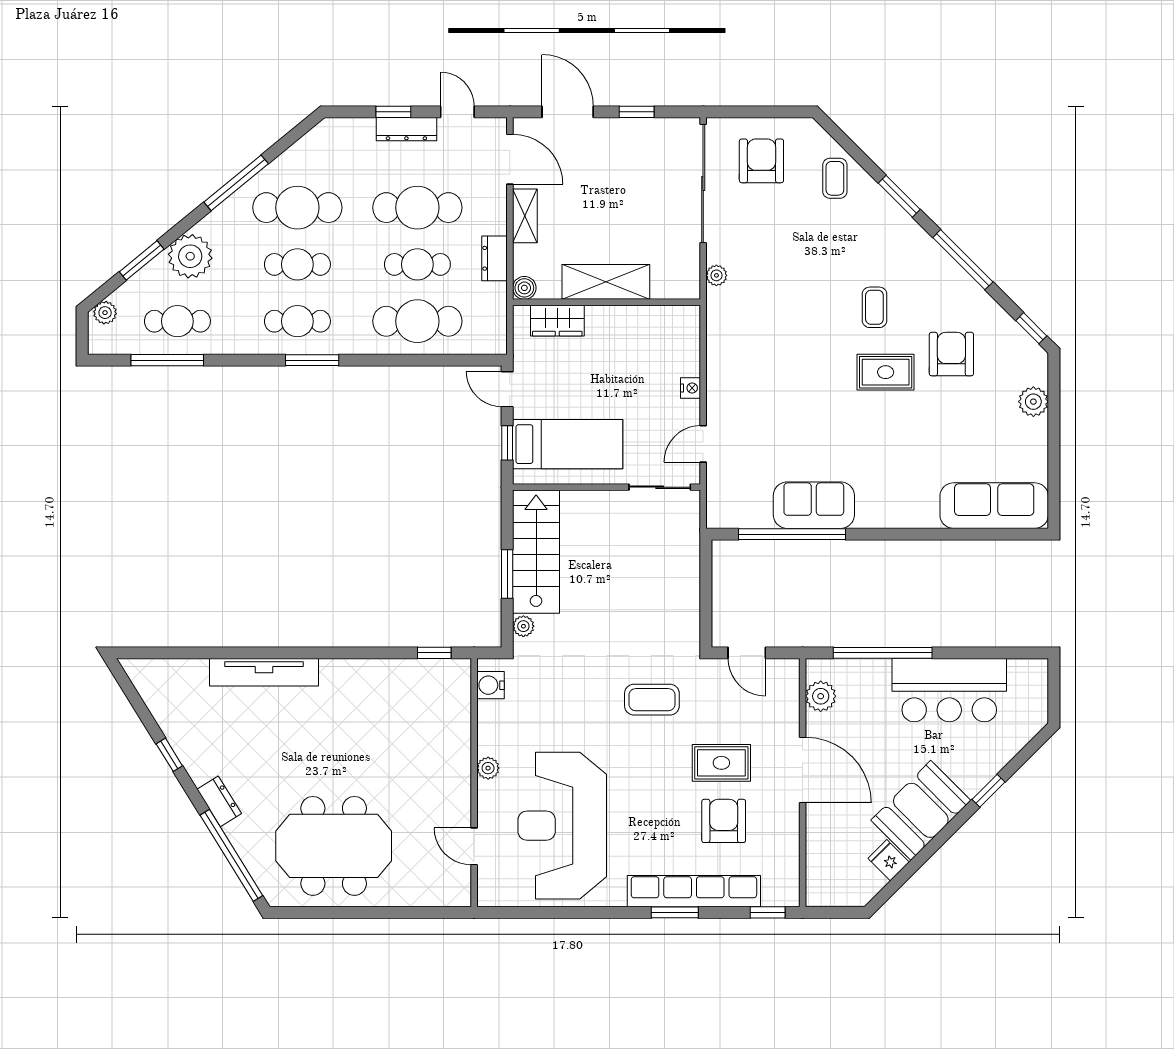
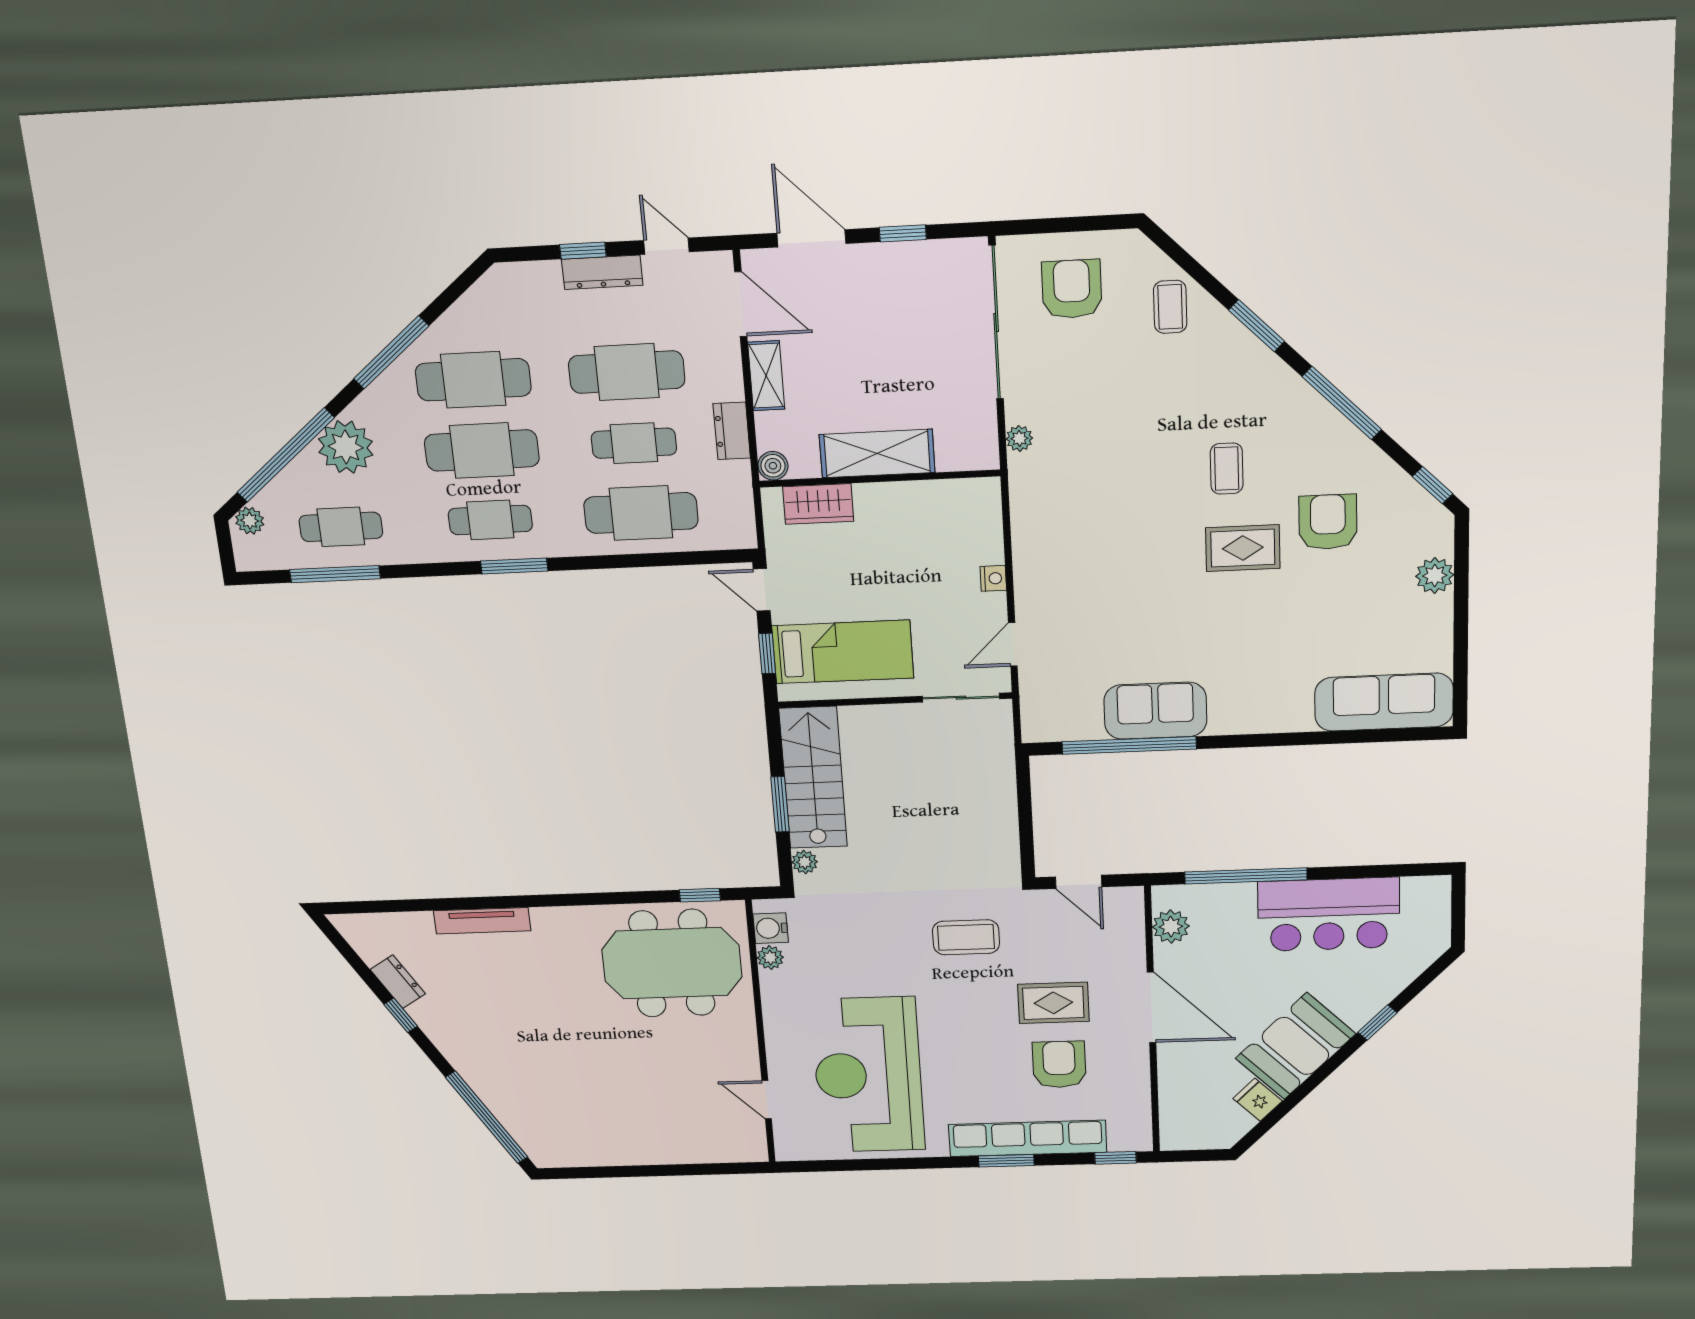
window: (142, 260) -> (286, 455), width x2.11
cafe table: (297, 264) -> (482, 451), width x1.37, depth x1.35
tv unit: (264, 672) -> (482, 921), width x0.73, depth x0.78
plant: (488, 768) -> (770, 958), moved
dresser: (219, 801) -> (398, 982), moved
meeting table: (334, 846) -> (672, 963), moved

